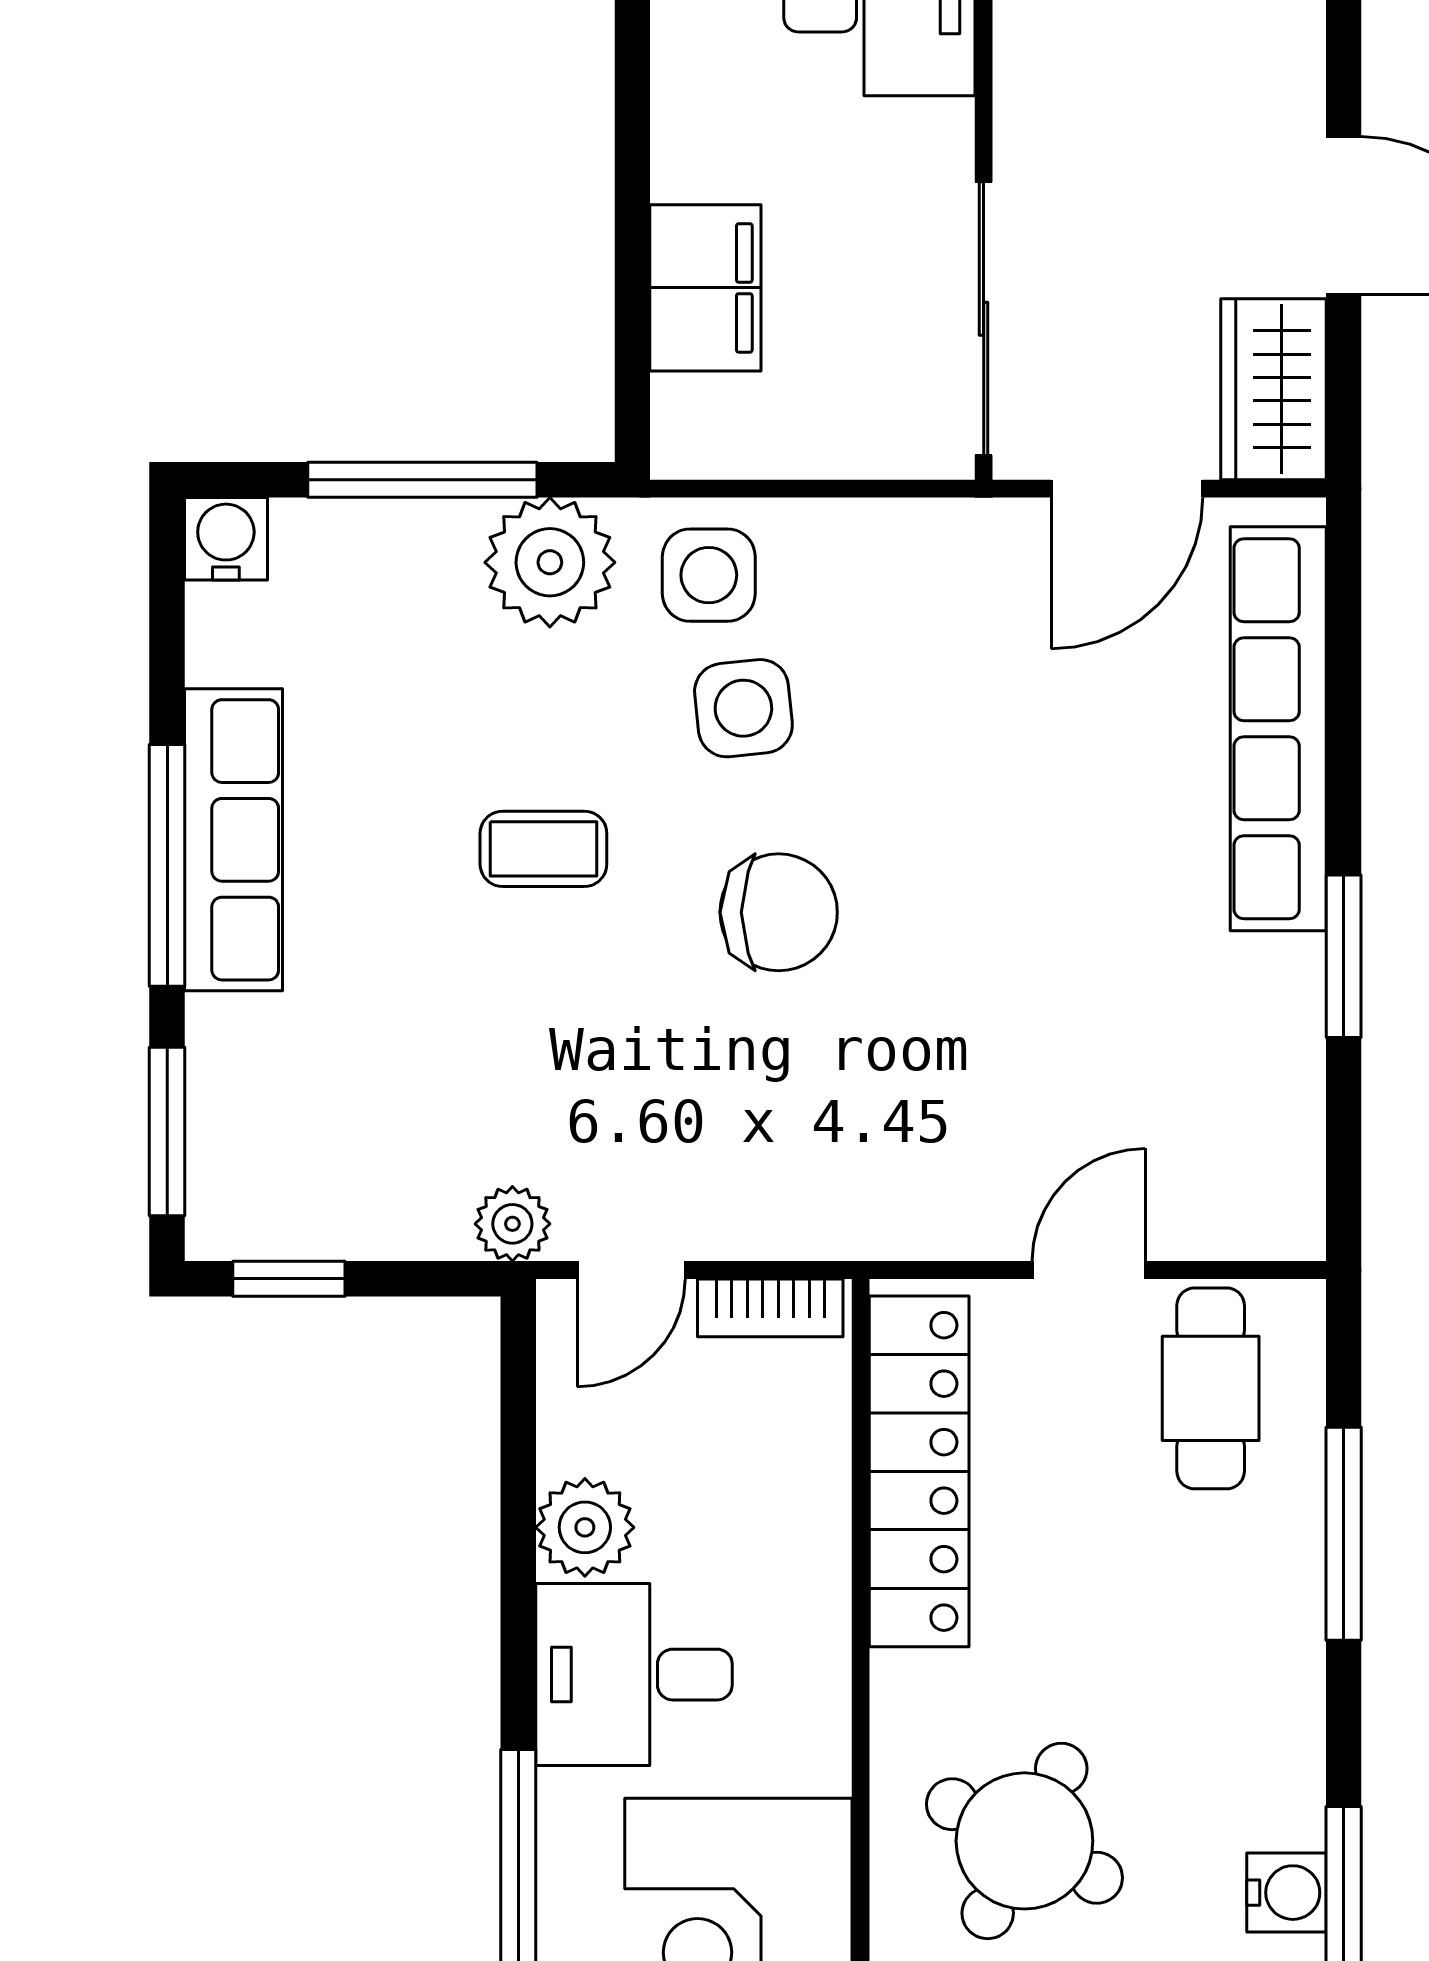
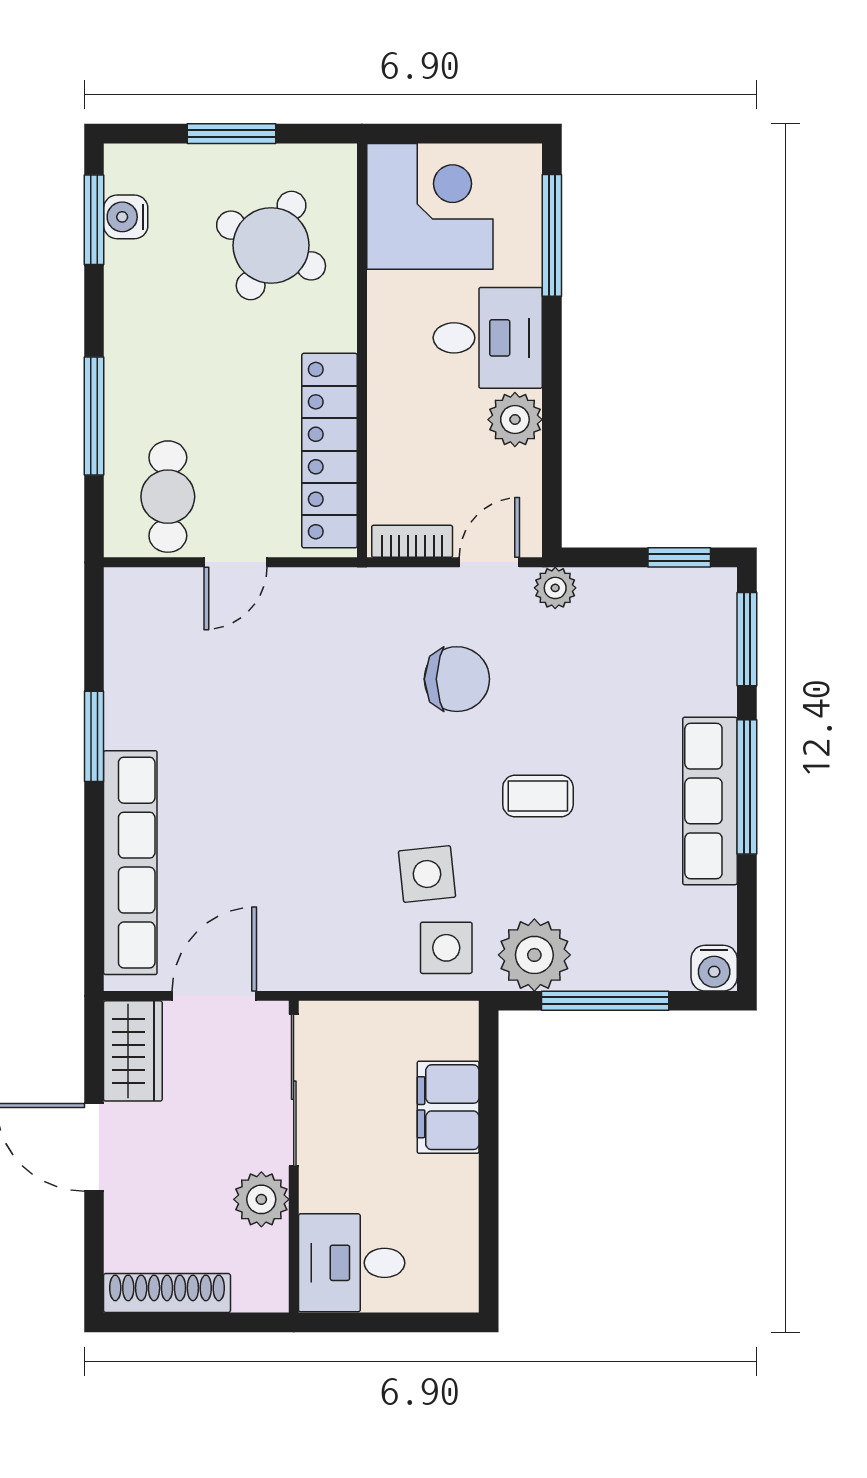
plant: (1042, 122) -> (261, 1199), added
chair: (779, 912) -> (457, 679), moved, turned 180

